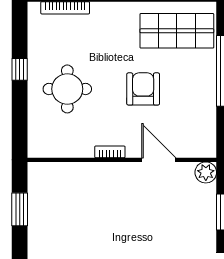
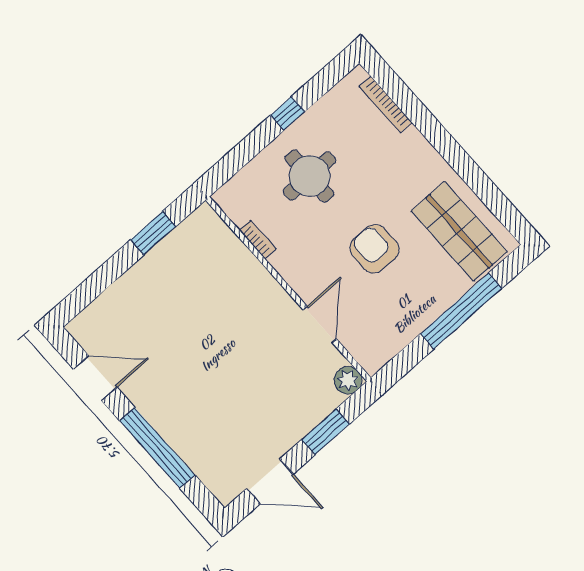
armchair: (143, 89) -> (374, 249), turned -90
bookcase: (110, 152) -> (258, 240), moved

